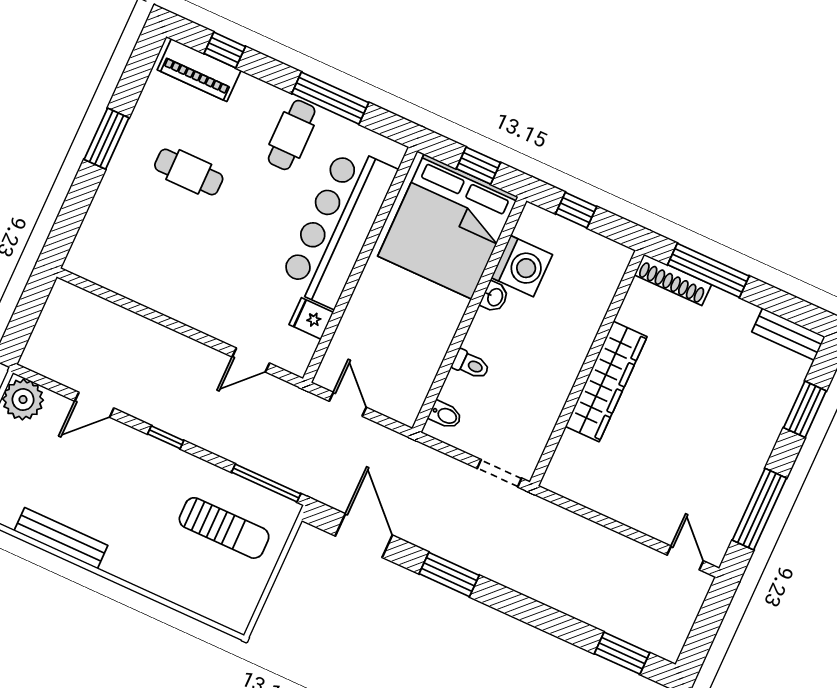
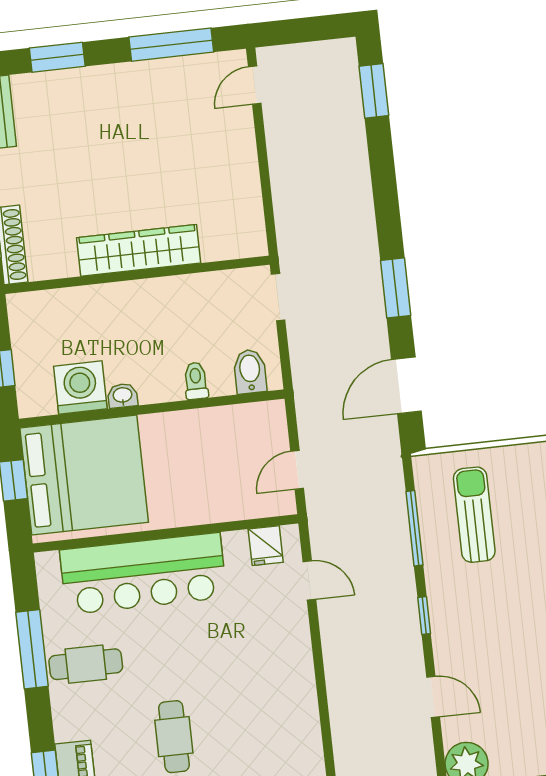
fridge: (311, 318) -> (266, 546), moved
bidet: (445, 415) -> (250, 371), width x1.38, depth x1.36
window: (266, 483) -> (414, 528), moved

